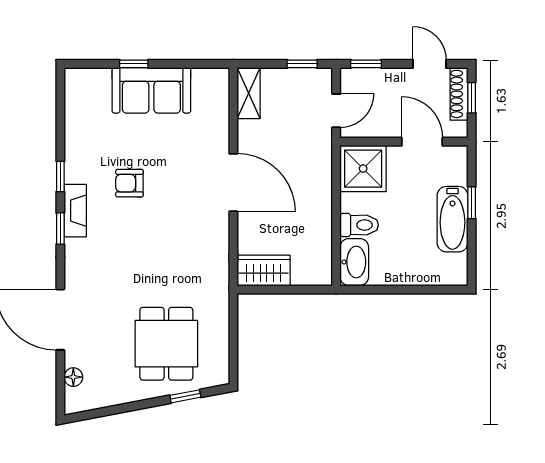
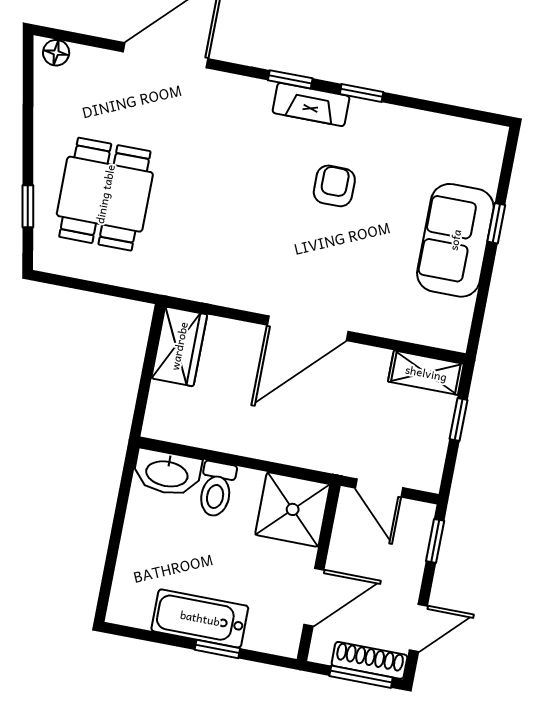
window: (302, 64) -> (458, 419), moved
window: (472, 98) -> (361, 677), width x1.50
dining table: (166, 344) -> (105, 194), turned 90
floor lamp: (73, 377) -> (56, 53), moved

